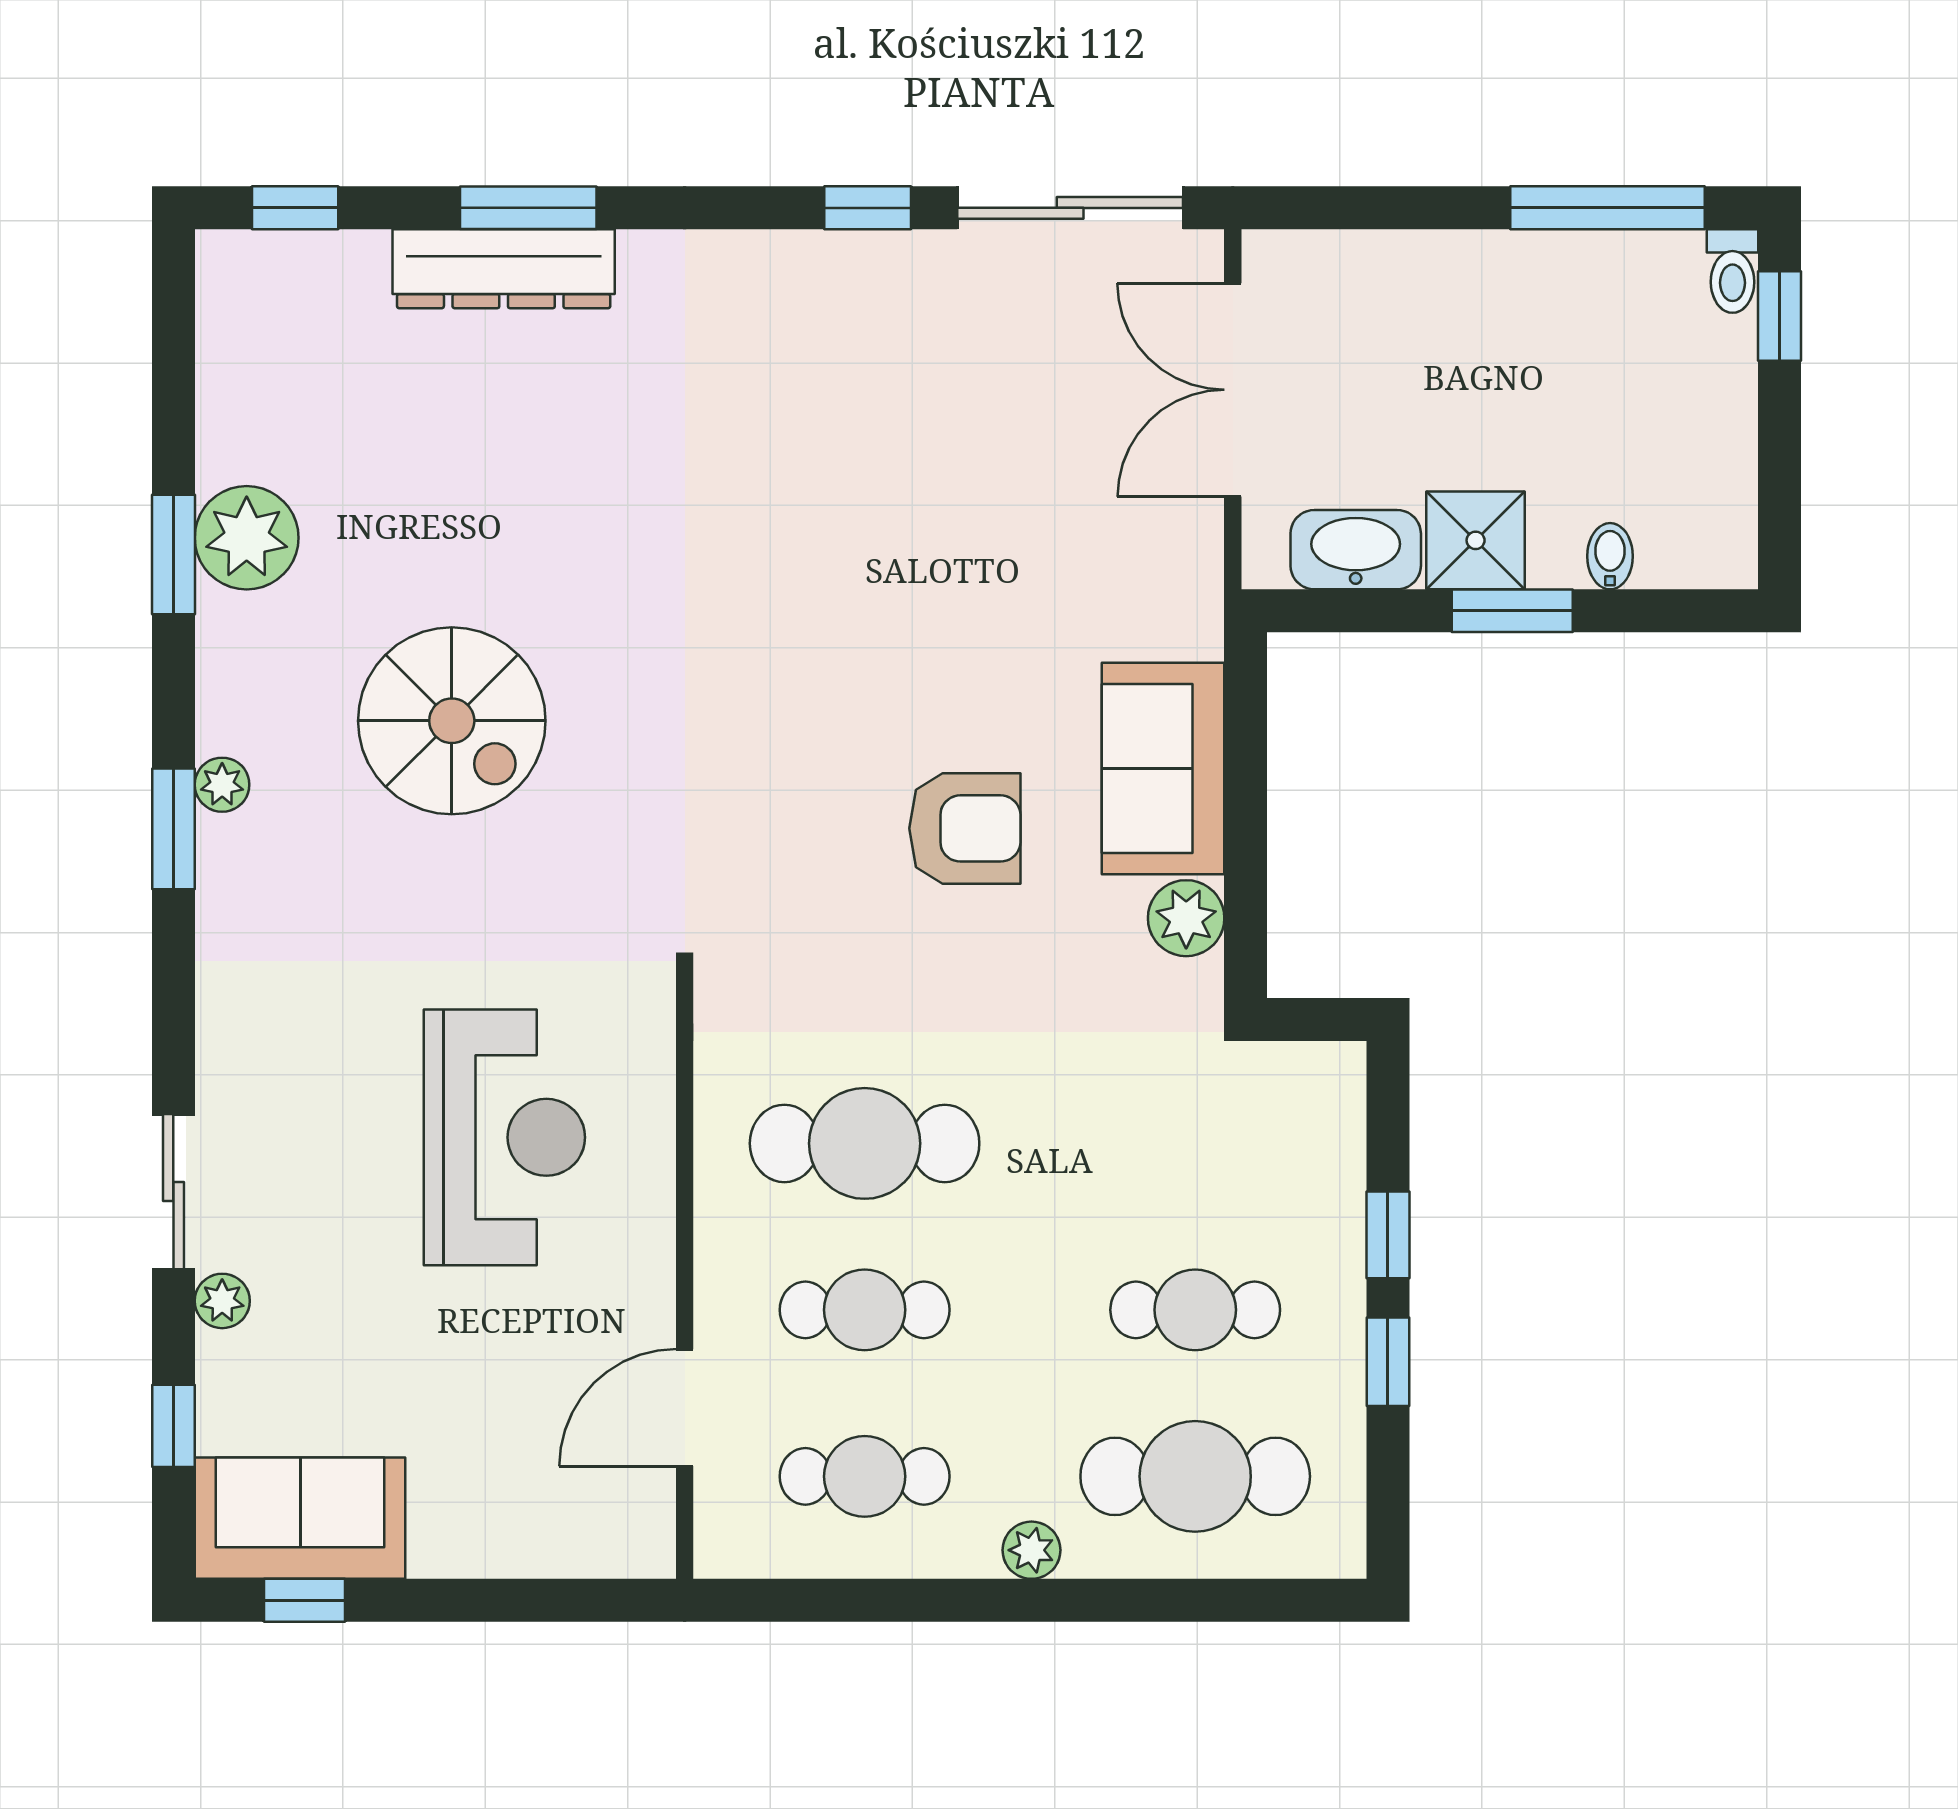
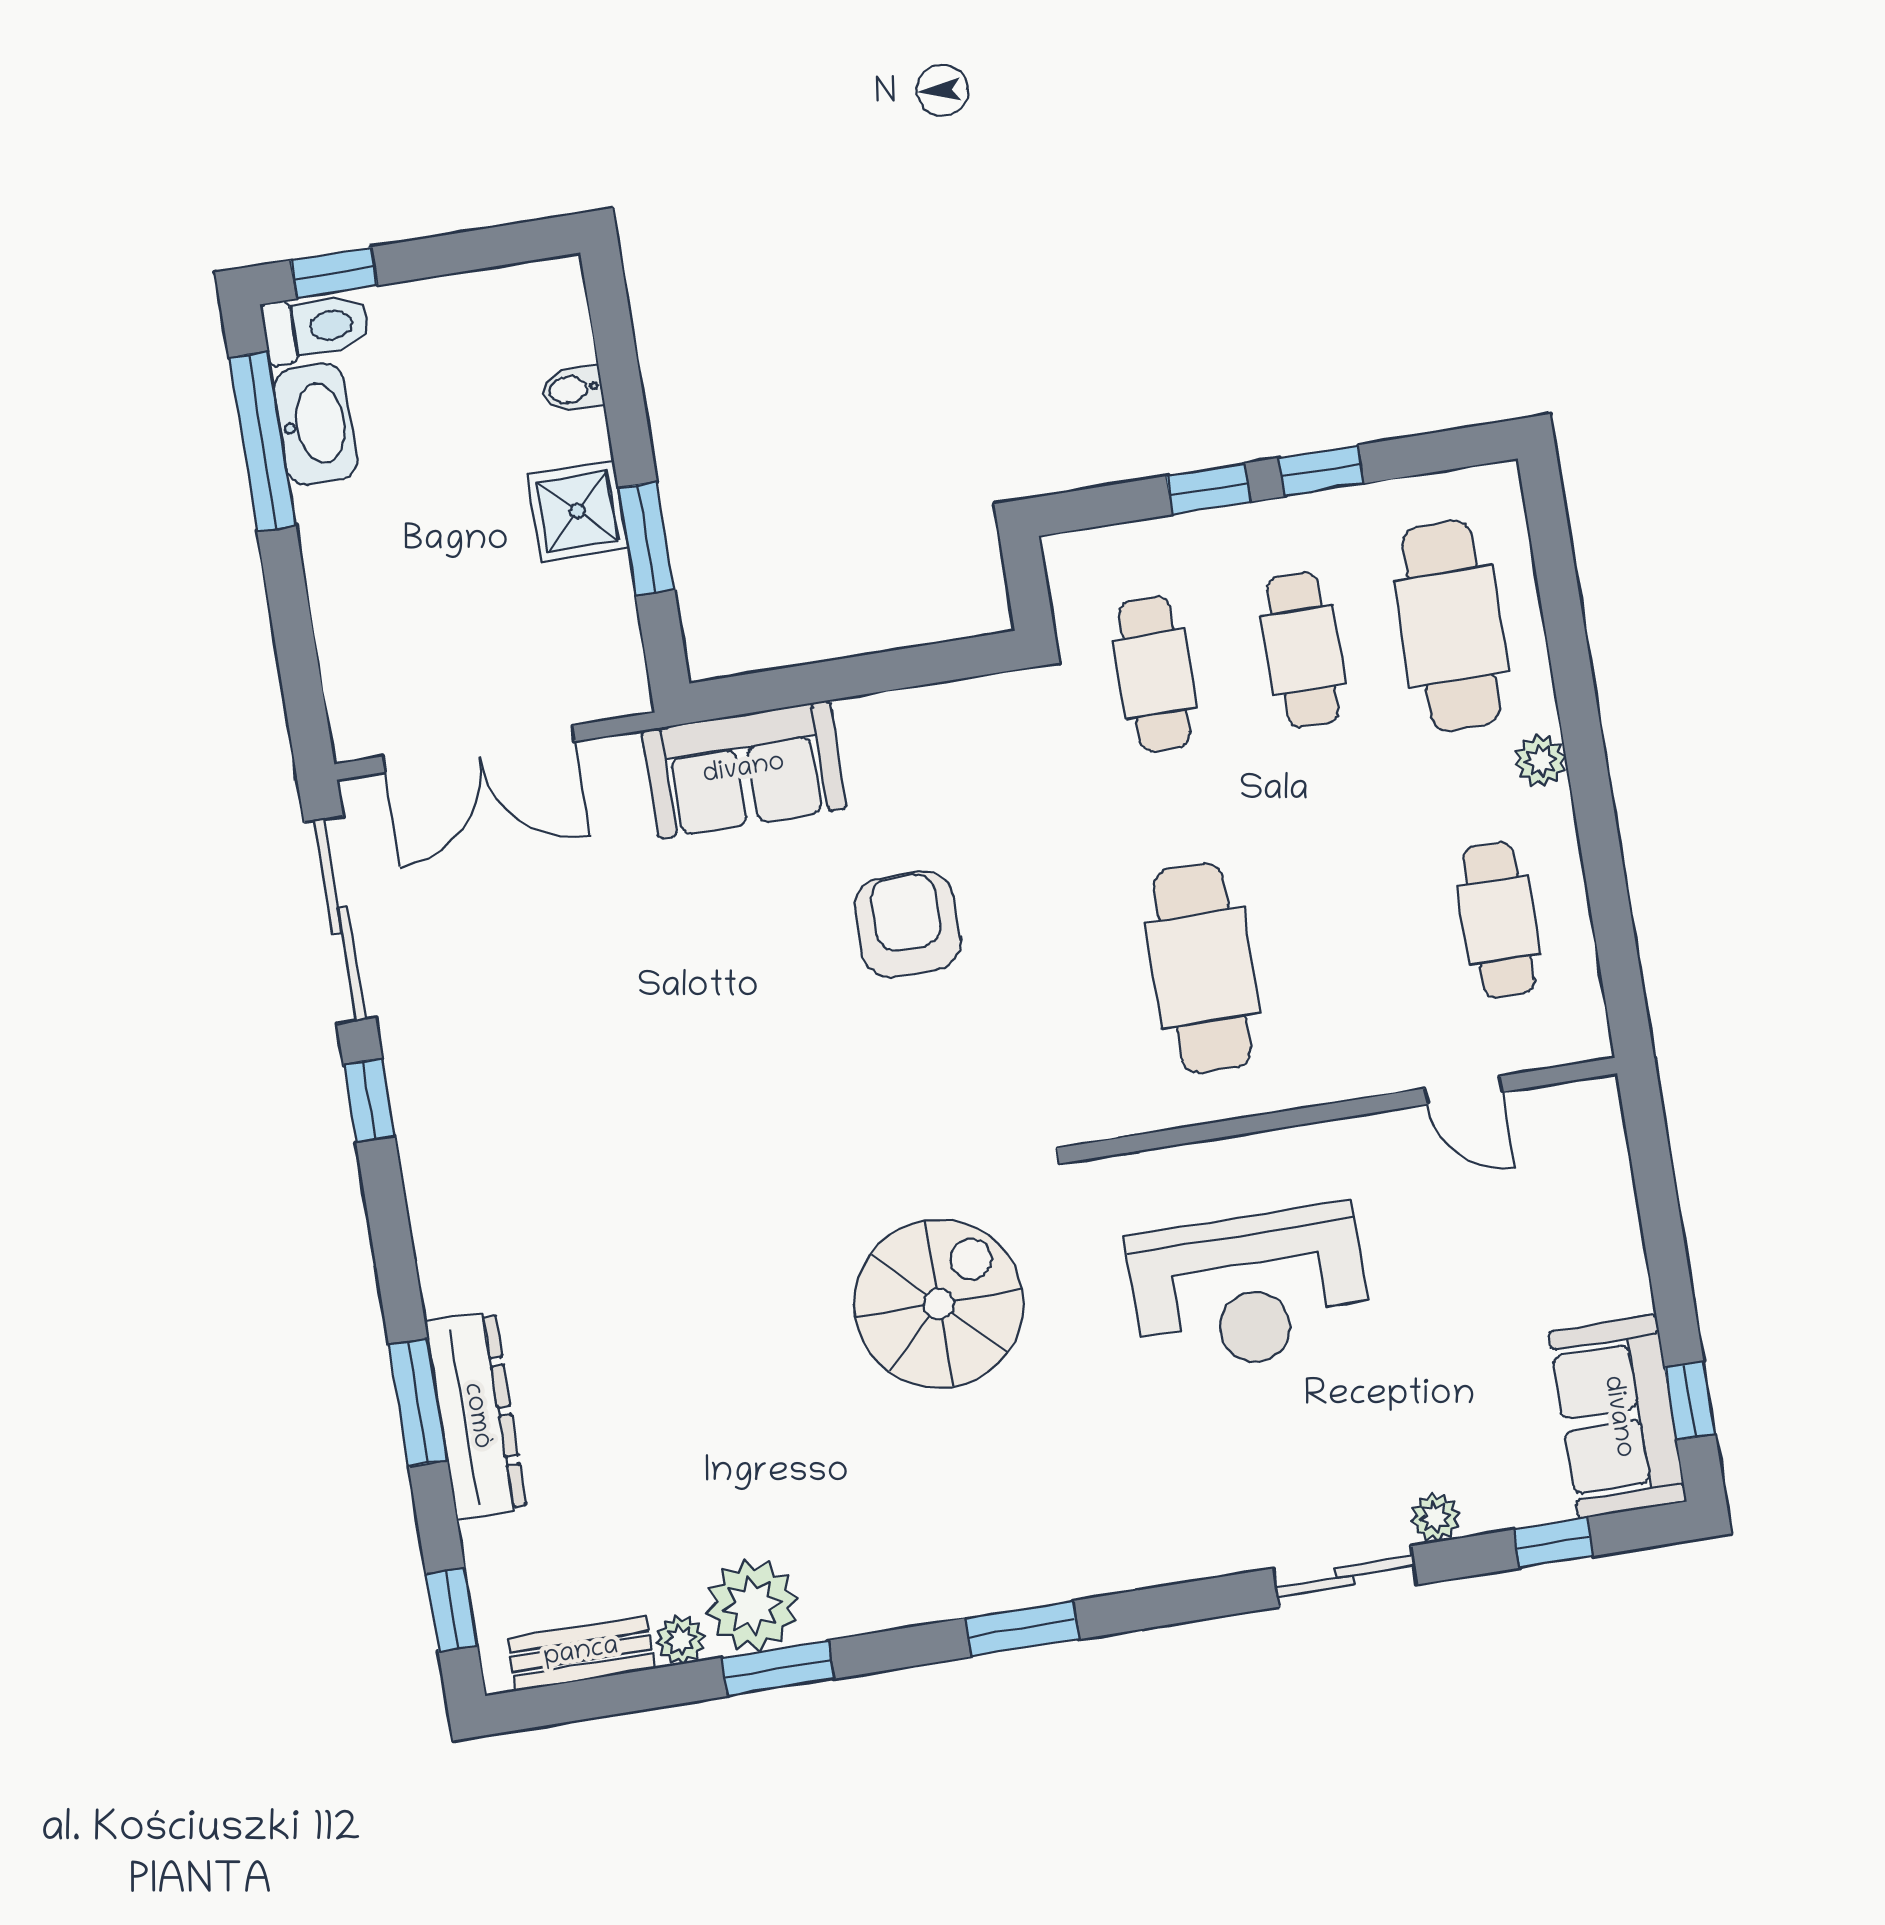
toilet: (1732, 271) -> (316, 327), width x1.37, depth x1.39
bench: (225, 342) -> (581, 1653), added
washbasin: (1356, 550) -> (315, 424), moved, turned 180
window: (1512, 611) -> (646, 539), moved
spiral stairs: (452, 721) -> (939, 1304), moved
sofa: (1163, 769) -> (744, 770), moved
plant: (222, 785) -> (680, 1640), moved
plant: (1186, 918) -> (956, 714), removed
reception desk: (504, 1137) -> (1249, 1290), turned 180
cafe table: (865, 1310) -> (1155, 674), moved
door: (685, 1408) -> (1464, 1090), width x0.73

